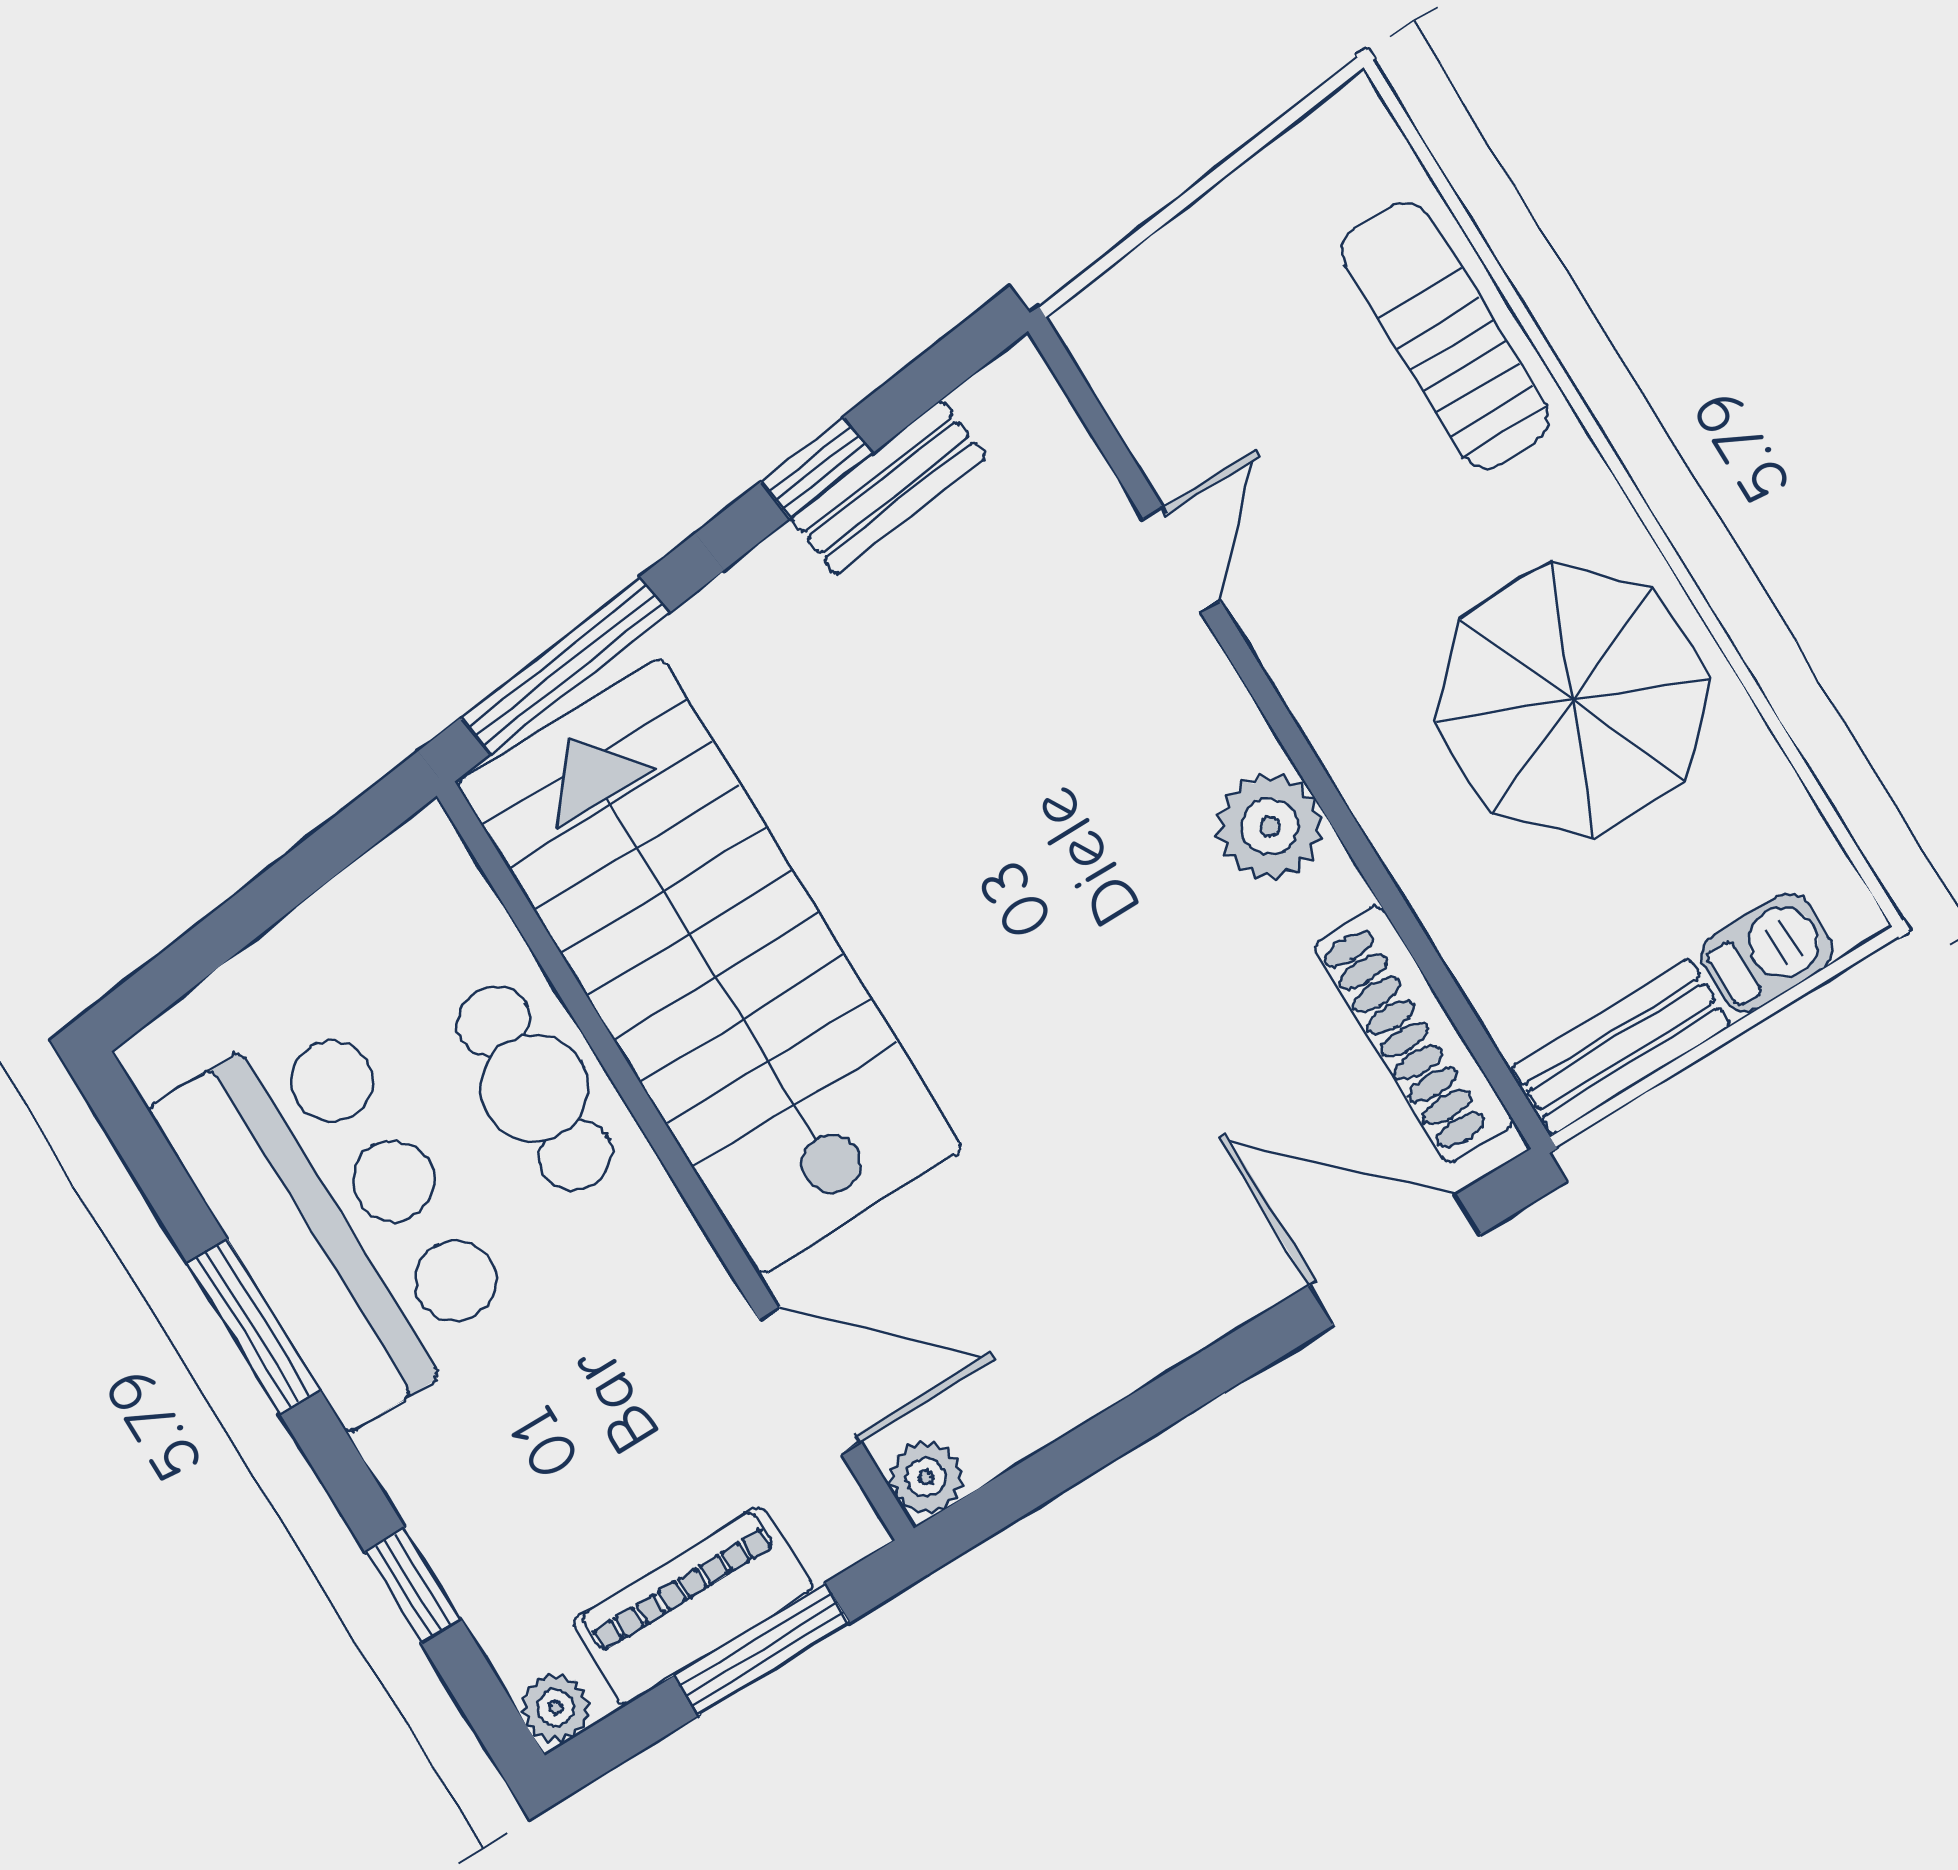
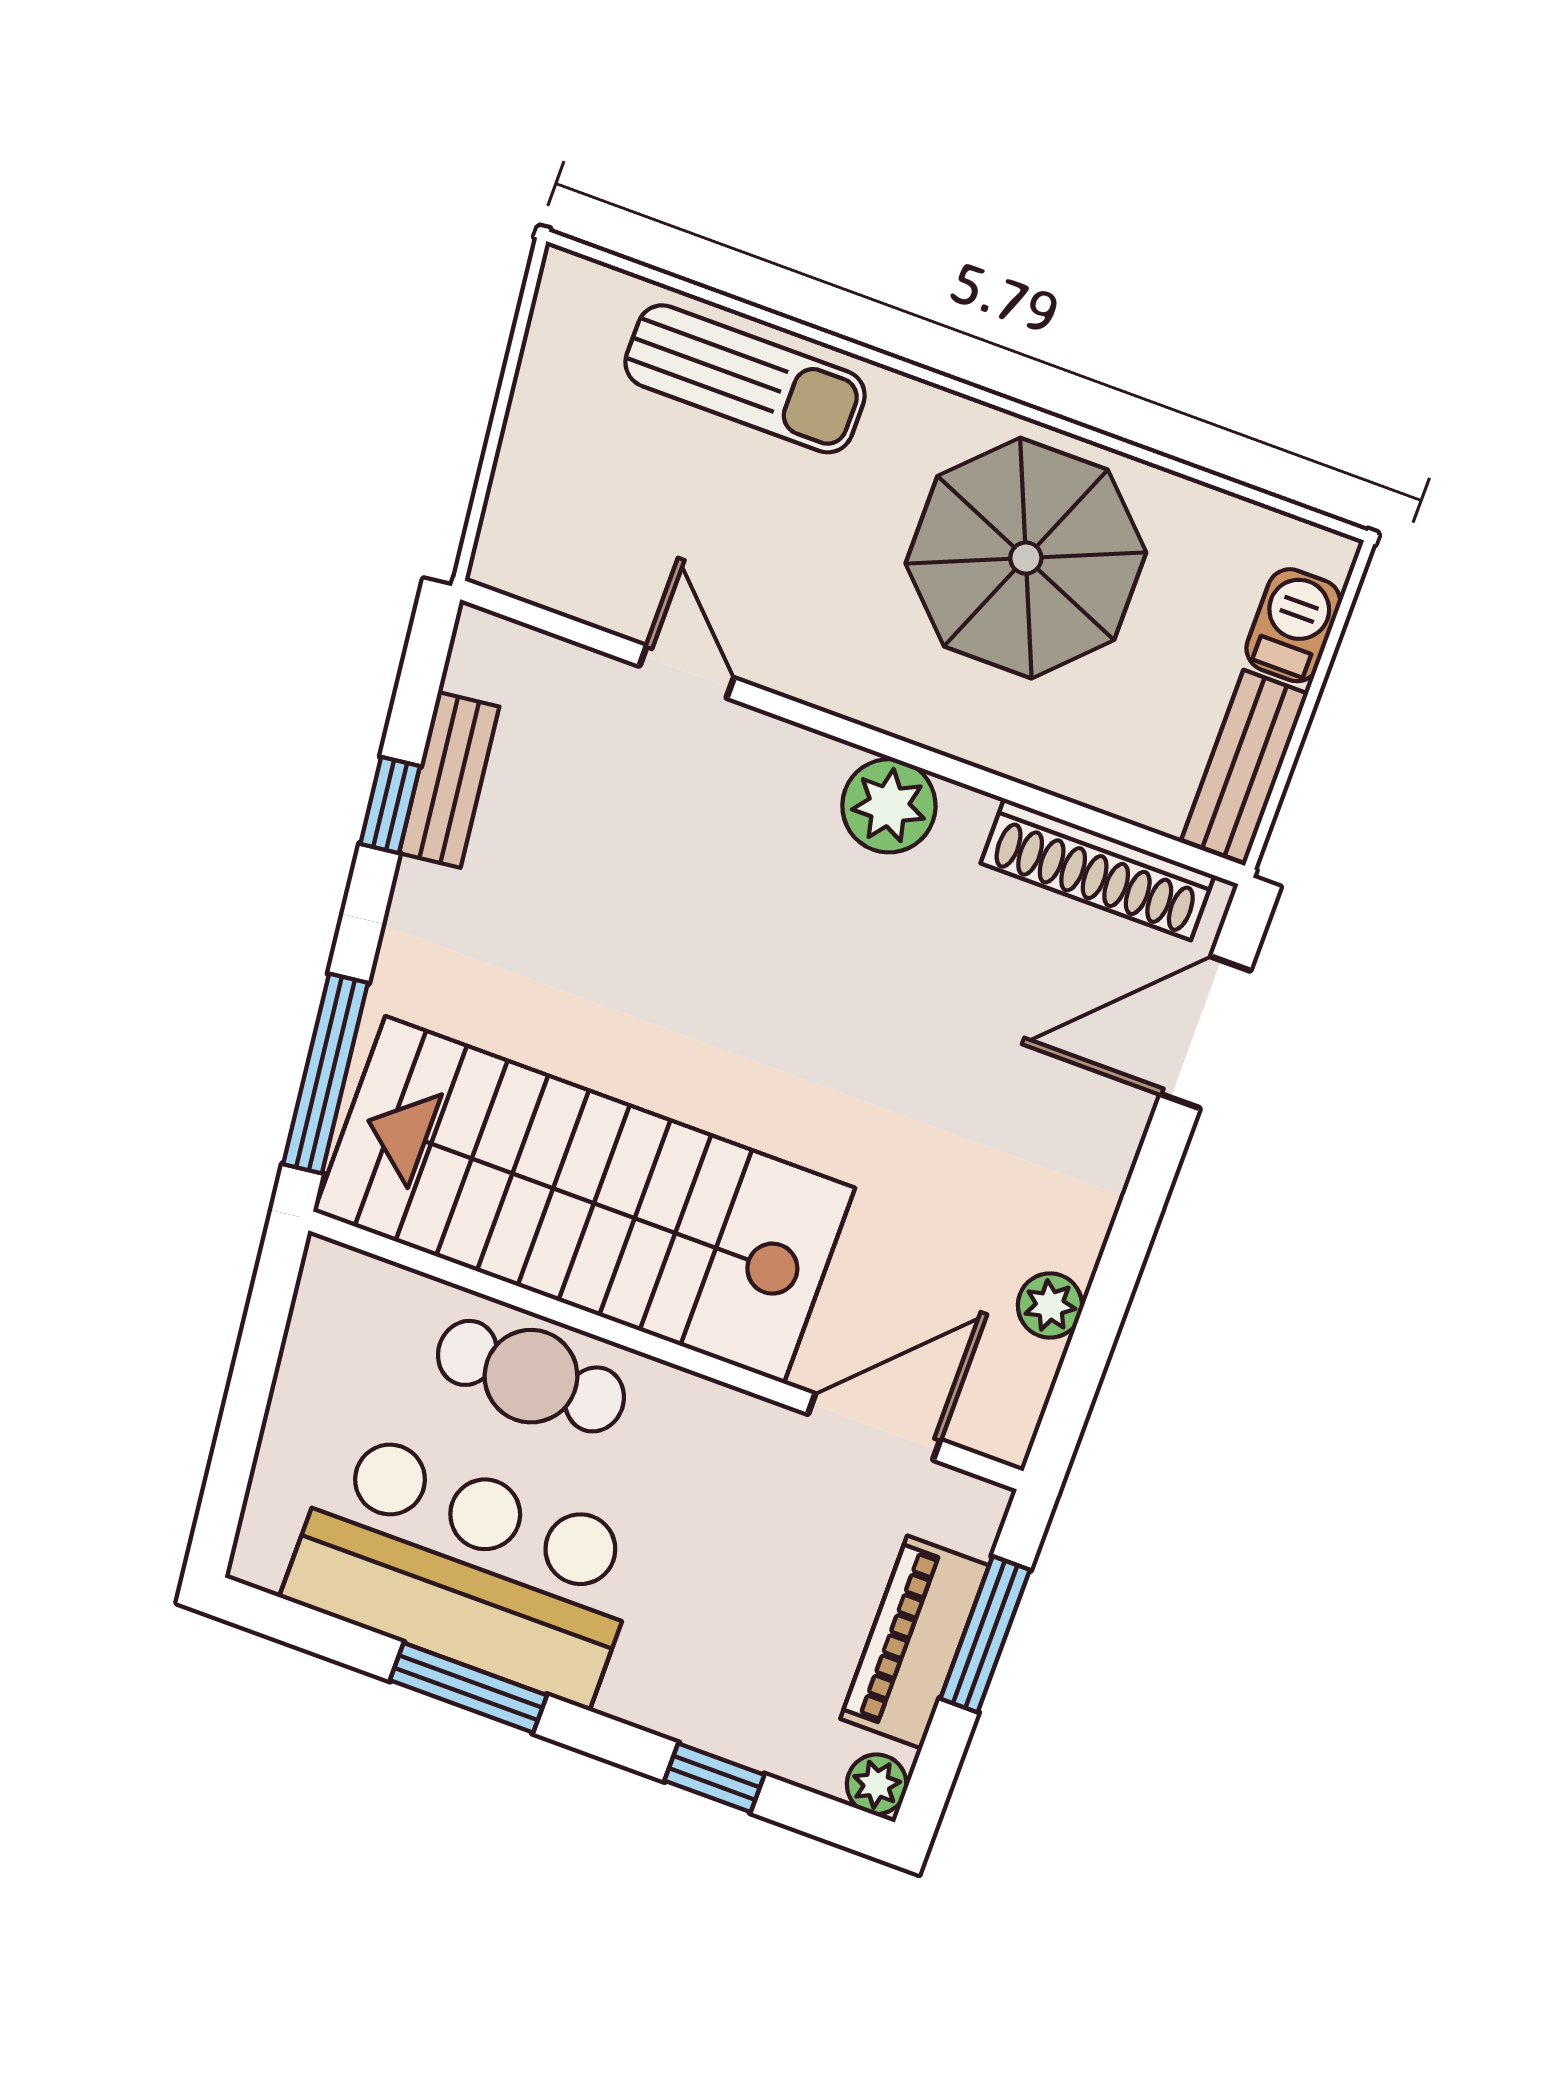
sun lounger: (1445, 335) -> (745, 379), turned 180
plant: (926, 1477) -> (1050, 1306), moved

